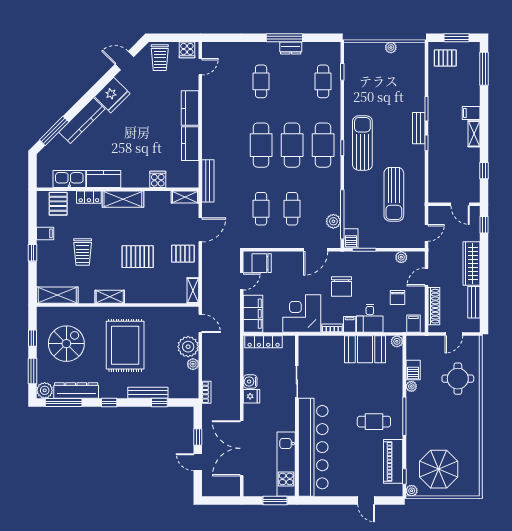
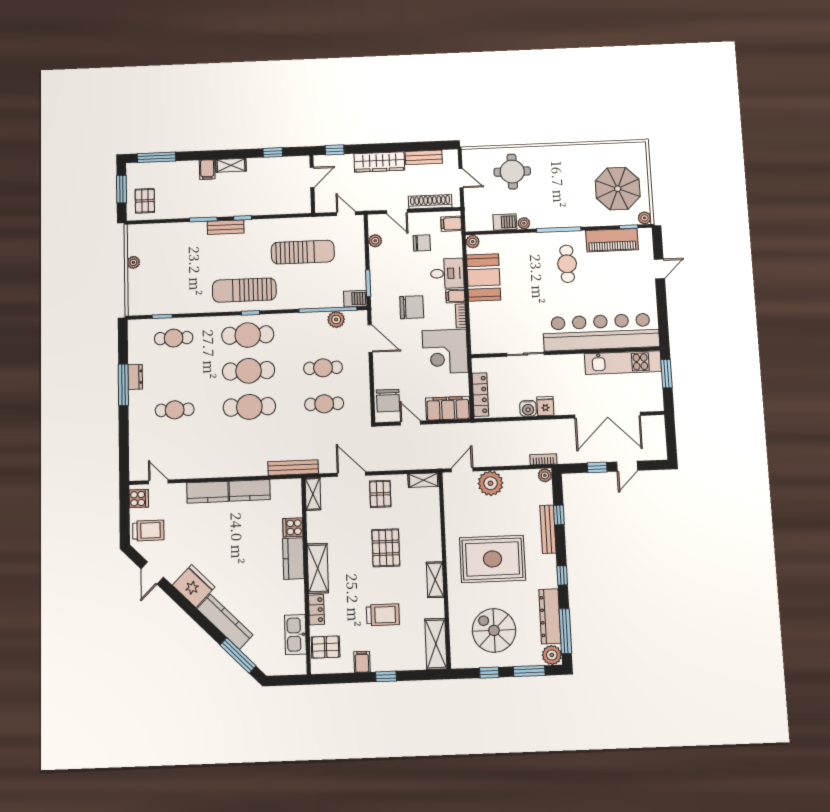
kitchen counter: (104, 179) -> (293, 559), moved
plant: (193, 364) -> (545, 475), moved

